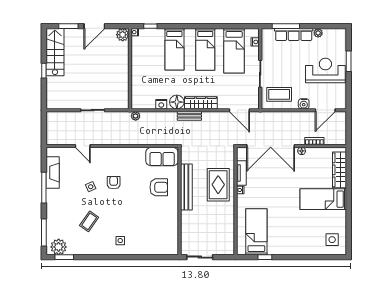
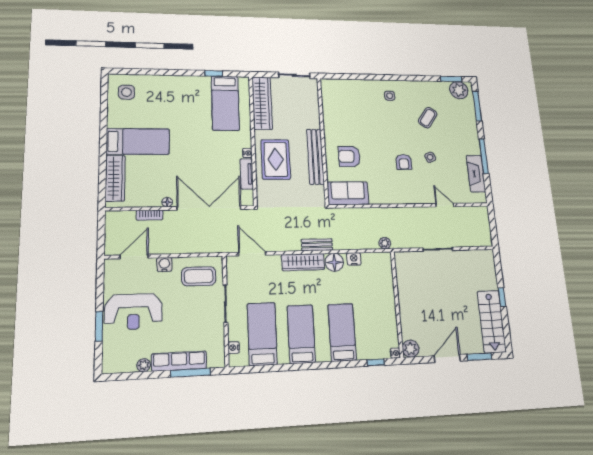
wardrobe: (227, 232) -> (262, 103), added

